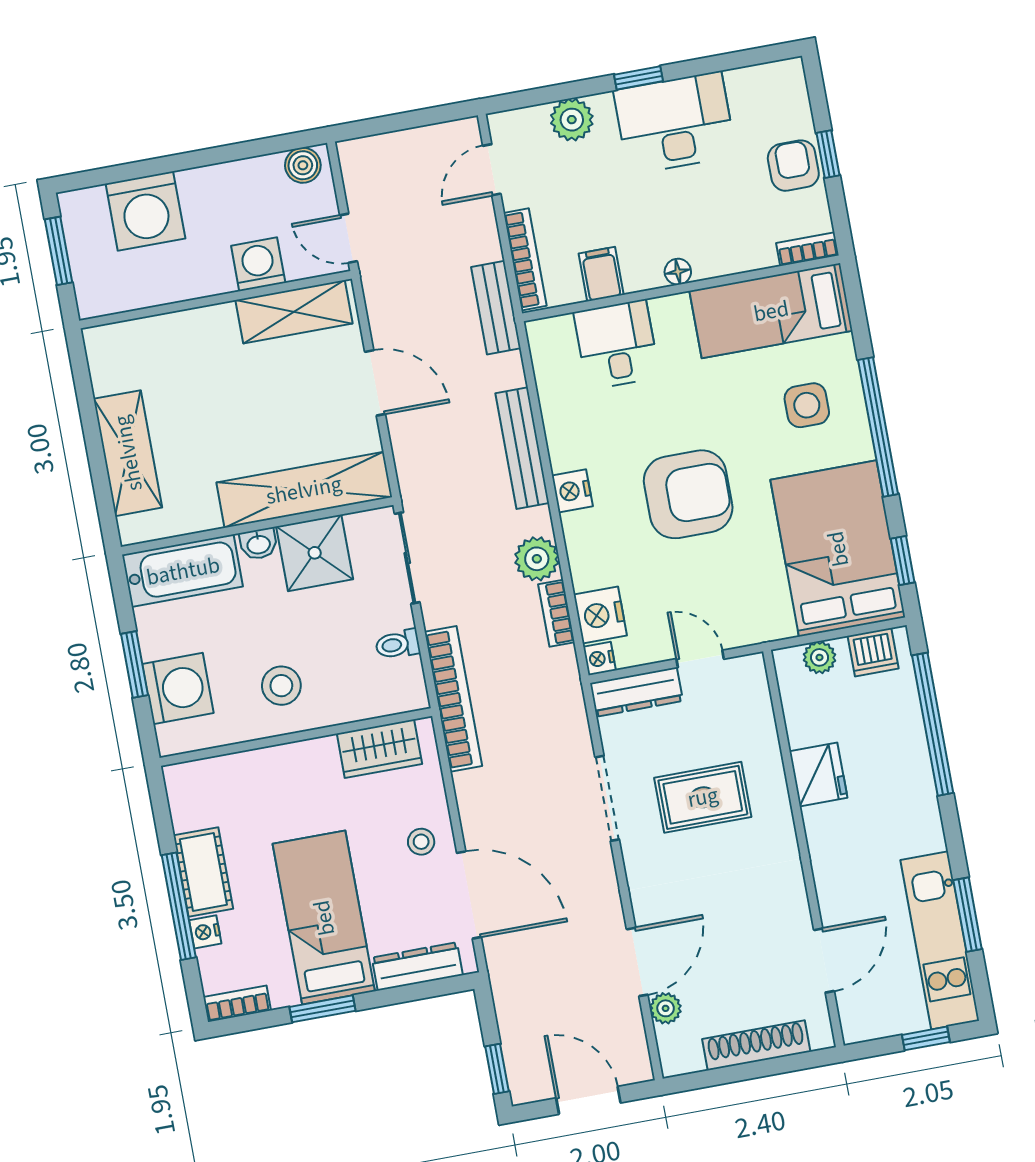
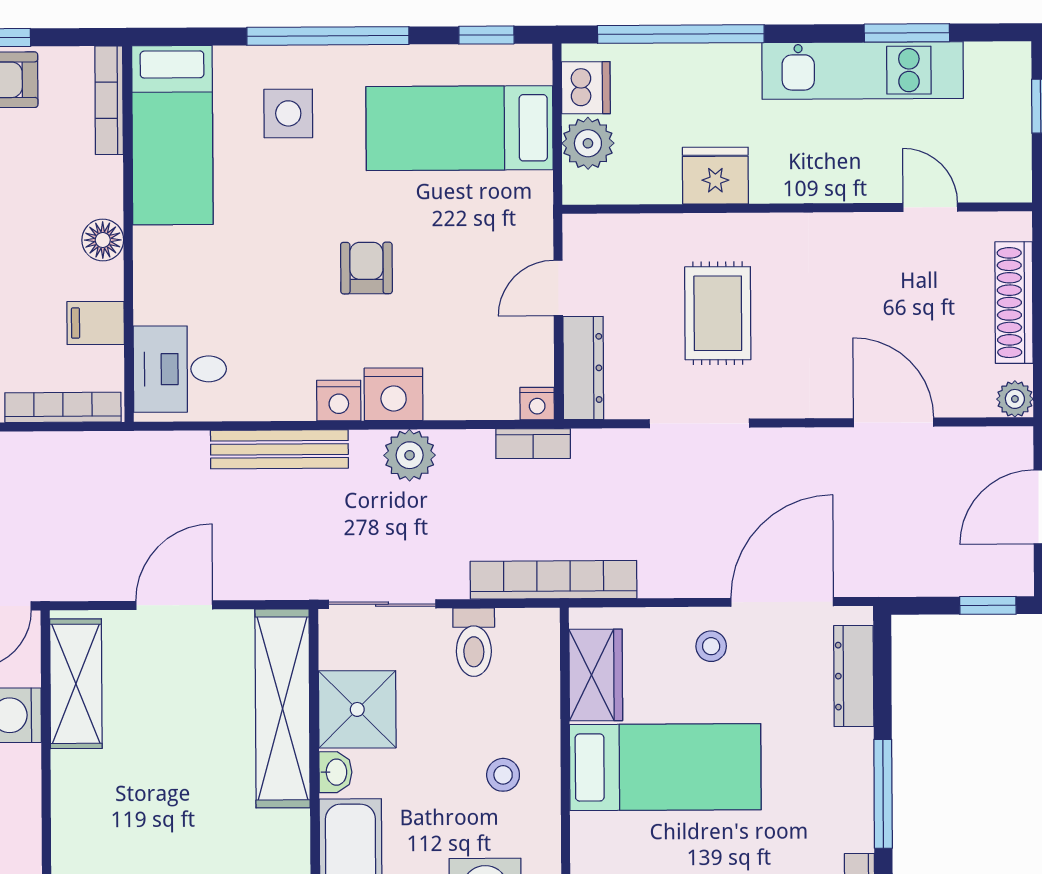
bookcase: (807, 249) -> (109, 100), width x1.56
floor lamp: (678, 272) -> (103, 240), width x1.37, depth x1.37
bench: (496, 308) -> (112, 451), removed
desk: (617, 345) -> (180, 369), moved
armchair: (688, 494) -> (366, 268), width x0.53, depth x0.53
bed: (838, 549) -> (460, 128), width x0.67
bookcase: (556, 613) -> (533, 444), moved
nightstand: (600, 615) -> (394, 394), moved
toilet: (398, 644) -> (474, 642), width x1.37, depth x1.39
plant: (819, 657) -> (588, 143), width x1.38, depth x1.38
stool: (281, 686) -> (503, 775), width x0.73, depth x0.73
bed: (324, 918) -> (665, 767), moved, turned 180
kitchen unit: (940, 940) -> (863, 70), moved
door: (824, 960) -> (930, 207), width x0.73
plant: (666, 1008) -> (1015, 399), moved
window: (322, 1009) -> (883, 794), width x1.44

